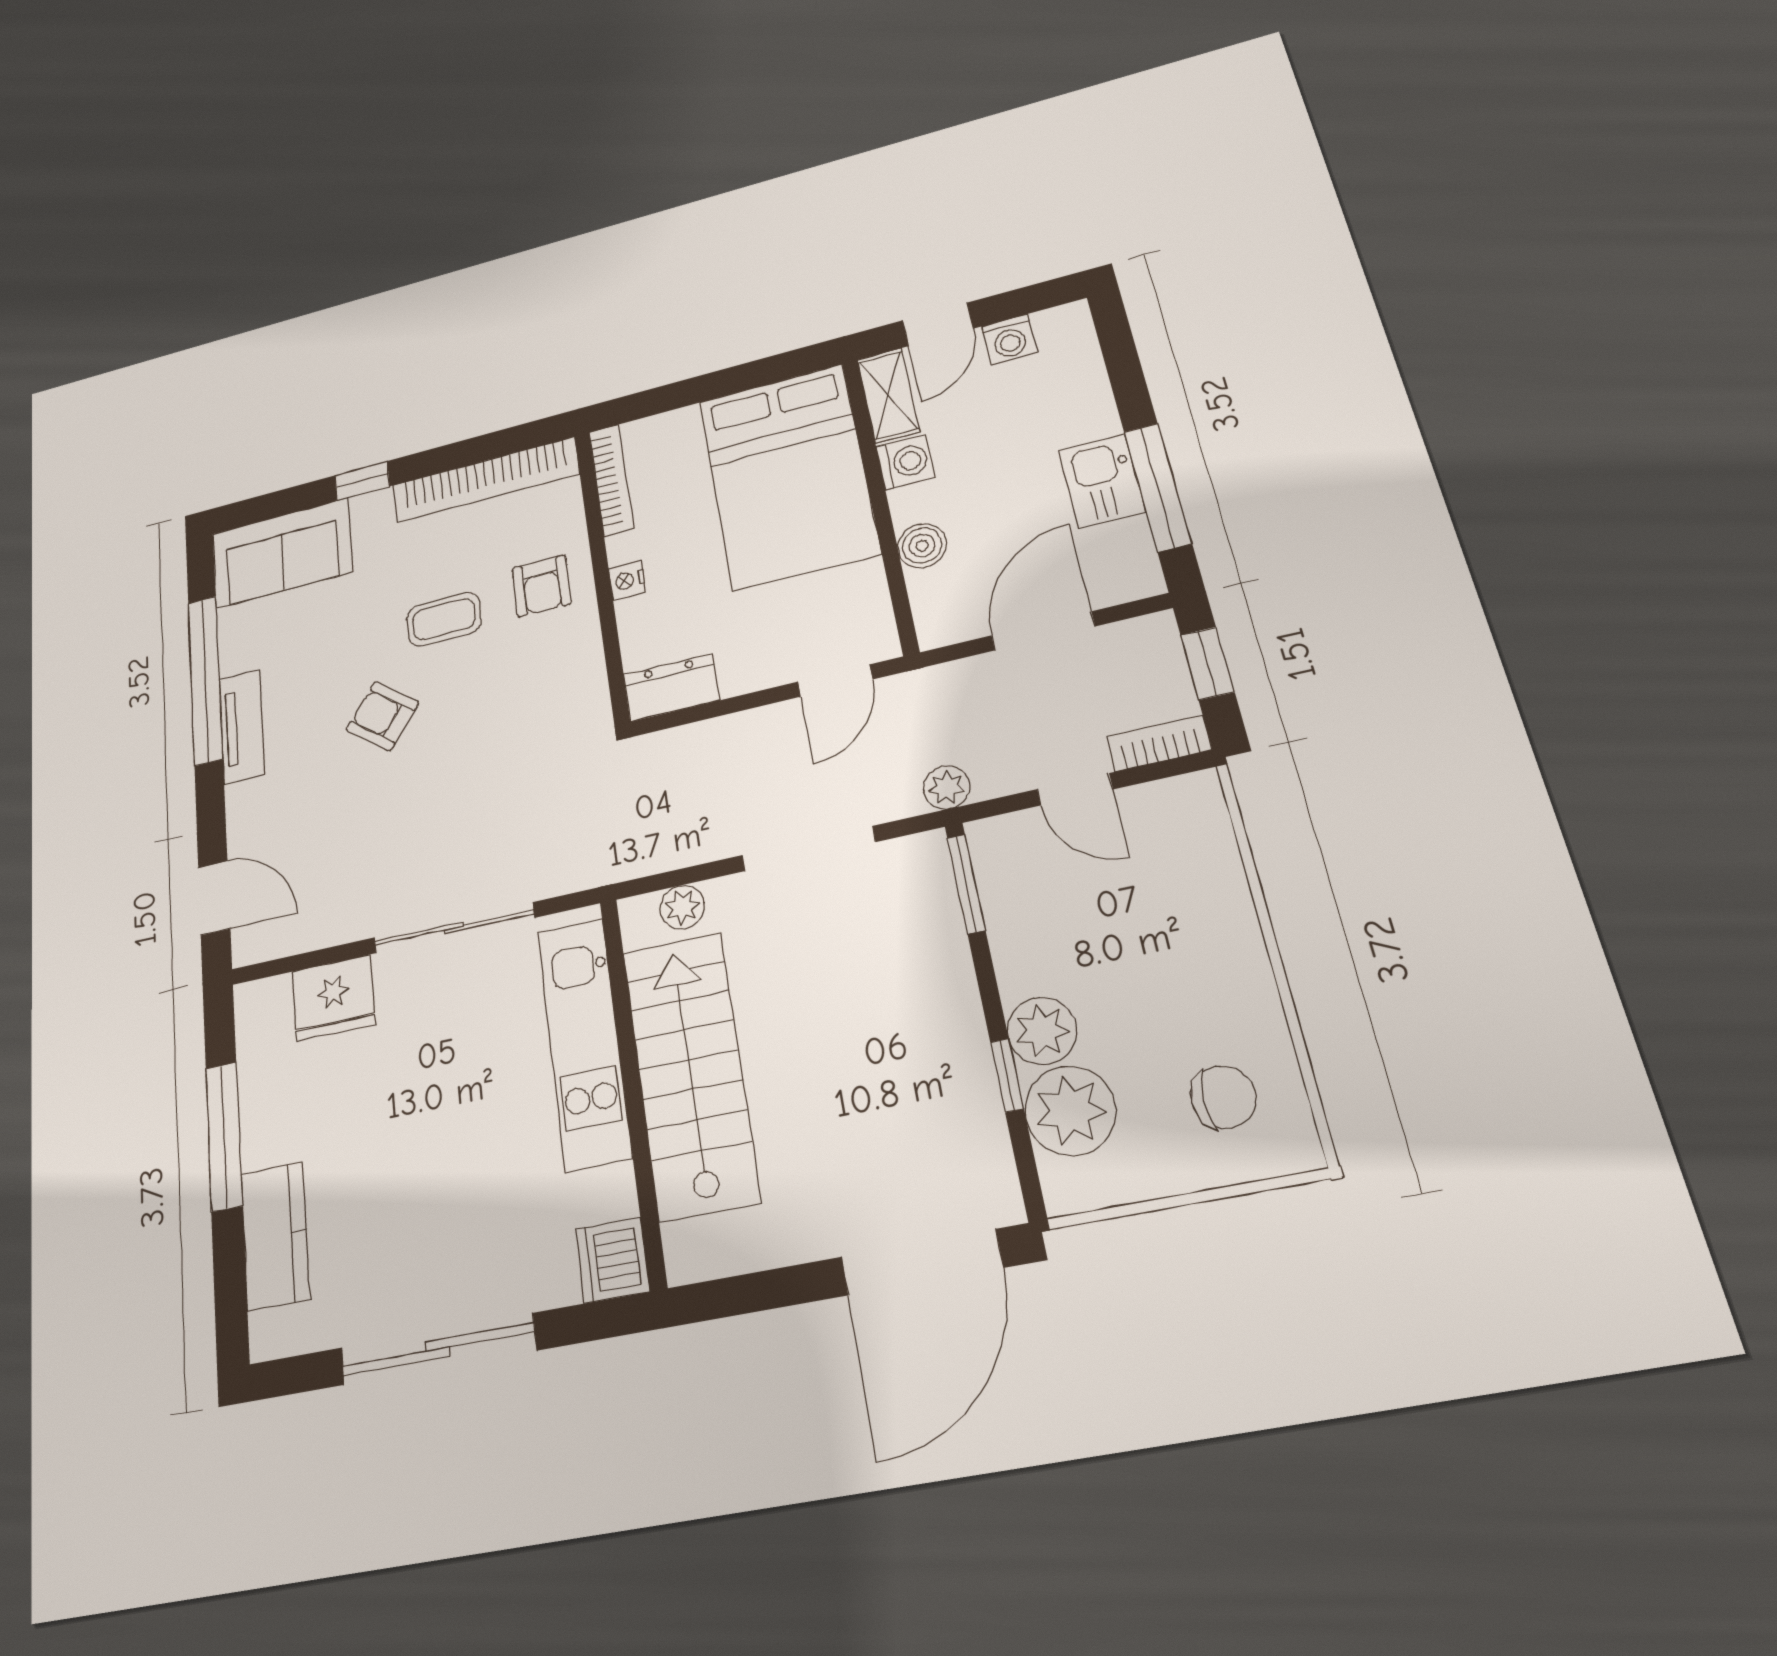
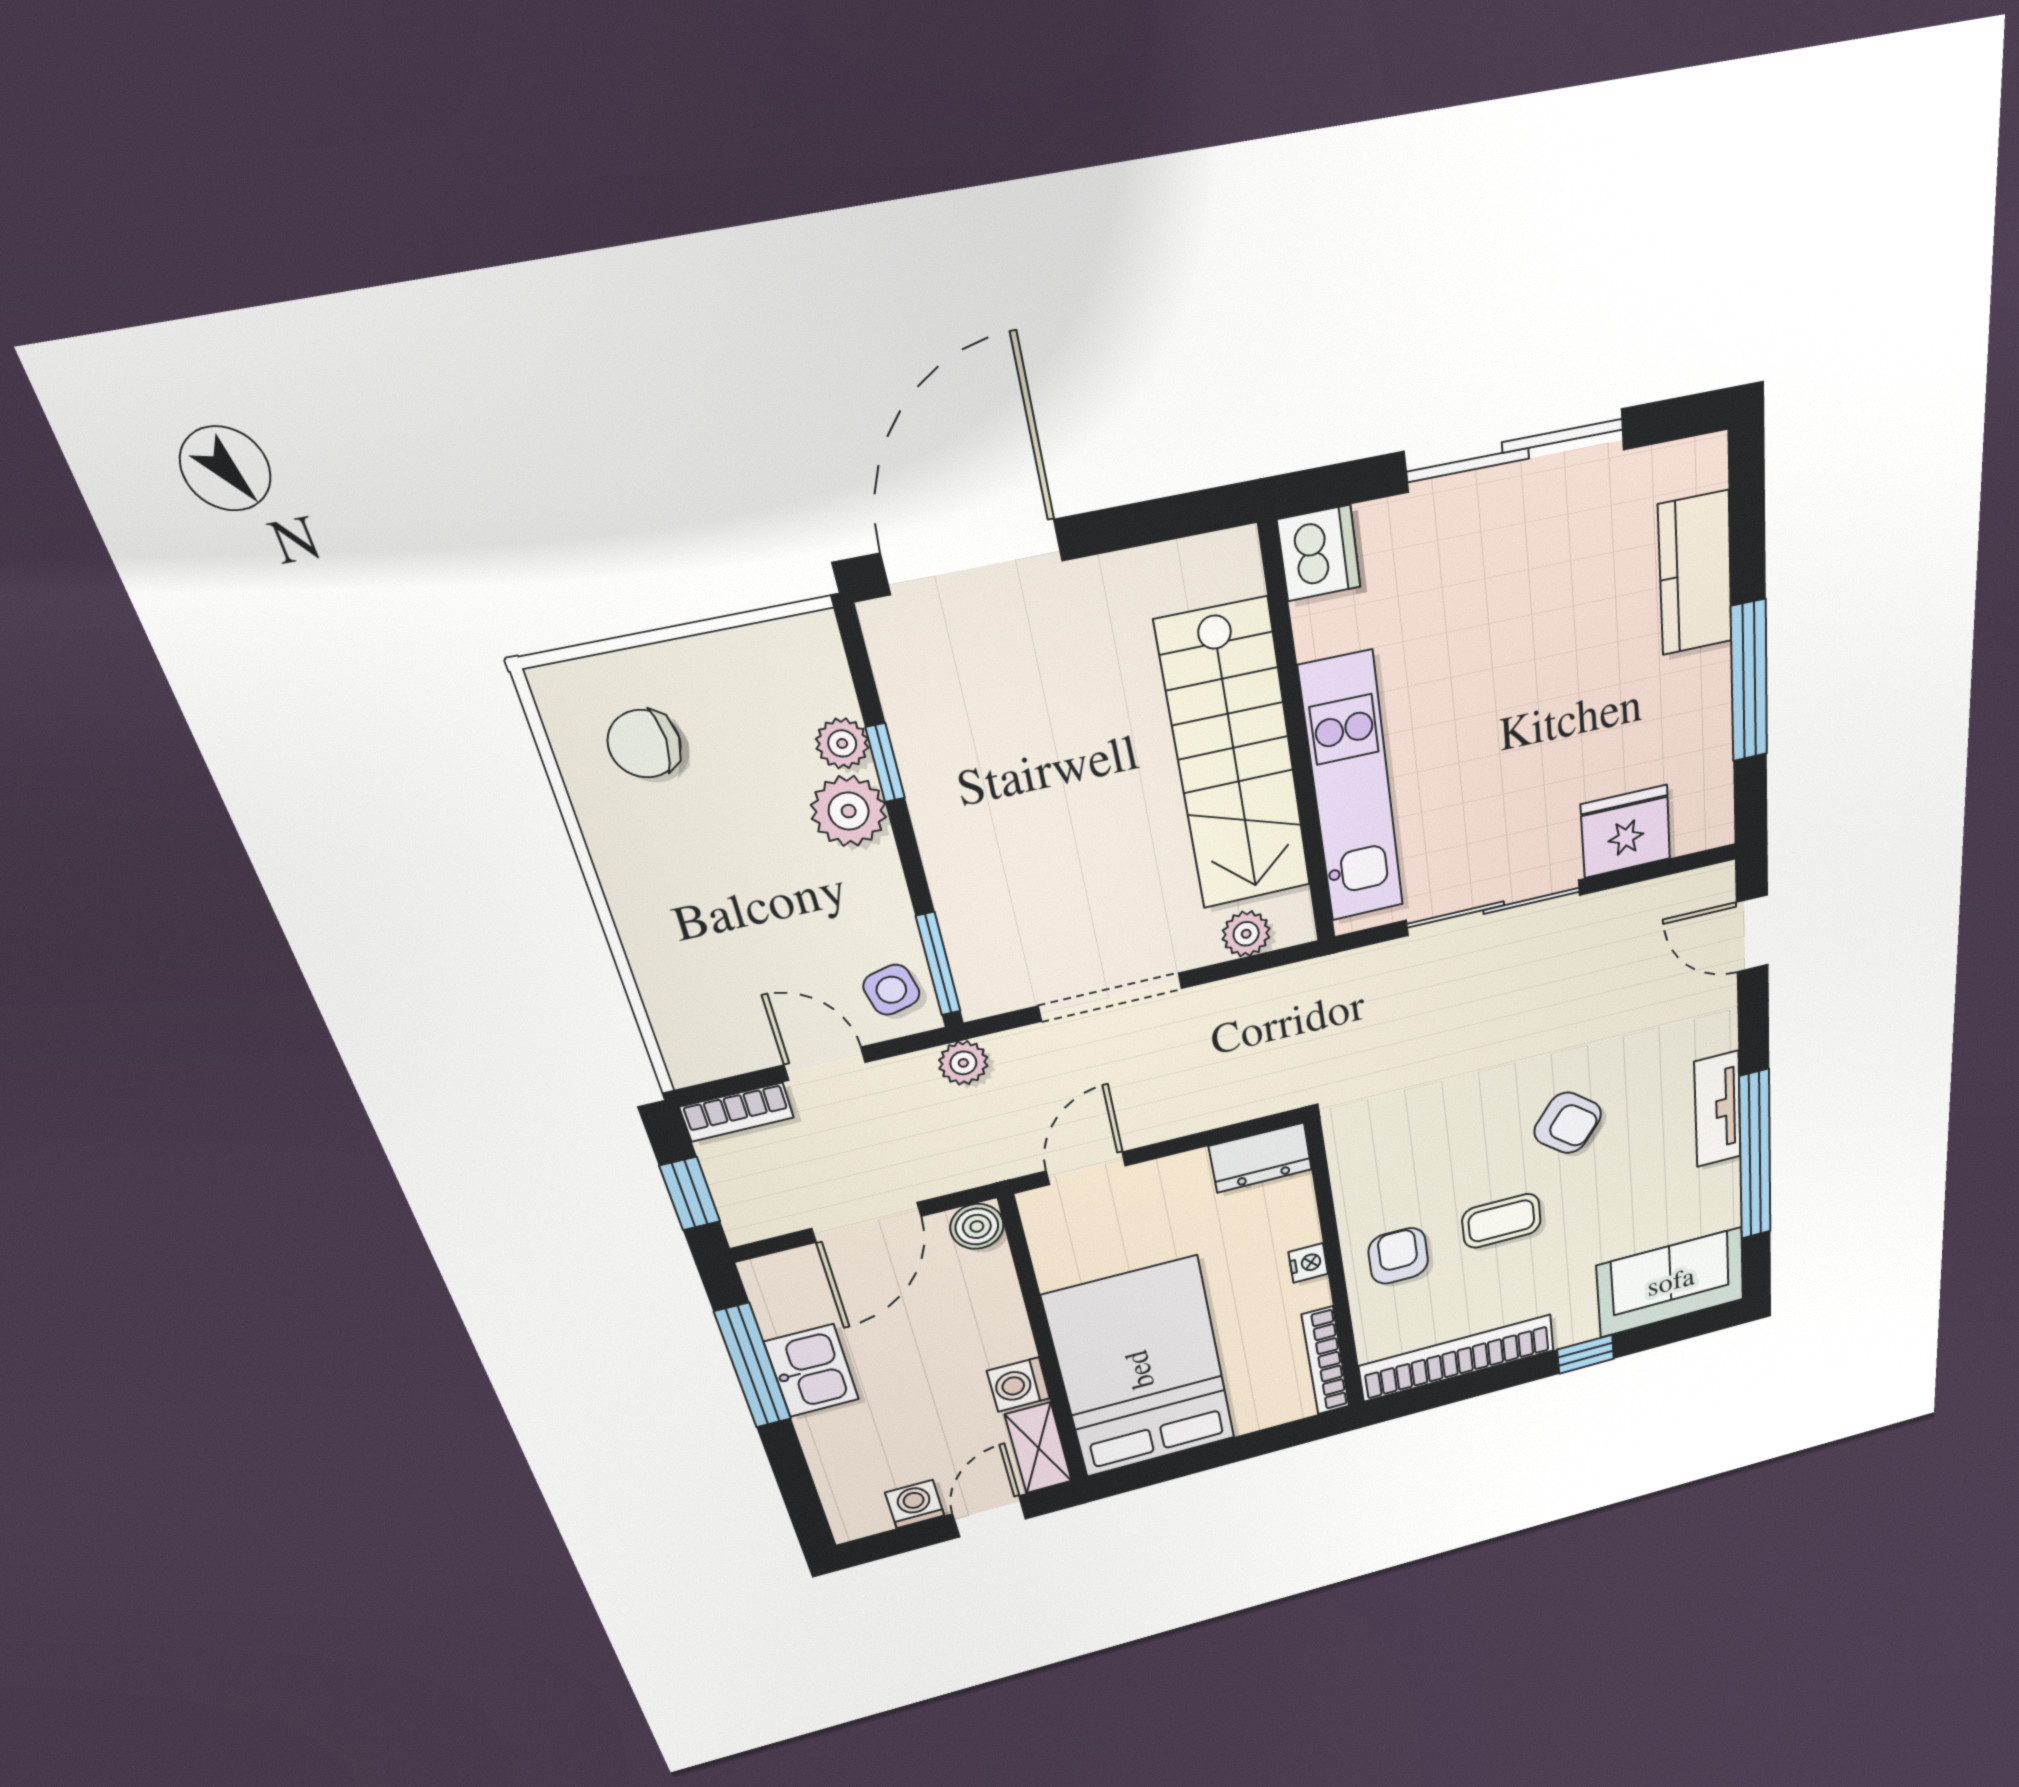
boiler: (922, 546) -> (977, 1226), moved
side table: (1010, 860) -> (891, 990), added
plant: (1070, 1110) -> (842, 743), width x0.53, depth x0.53

